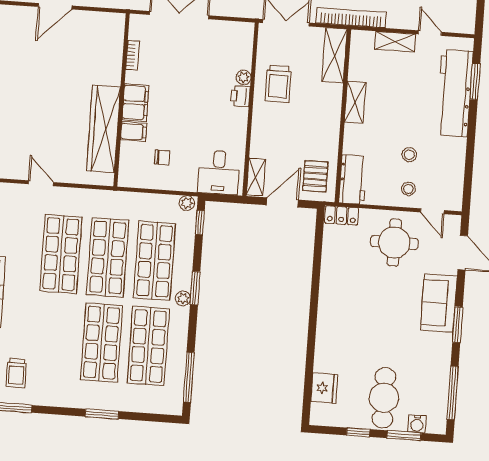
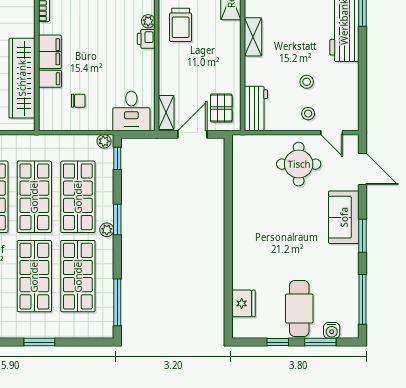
locker: (341, 215) -> (248, 143), removed

